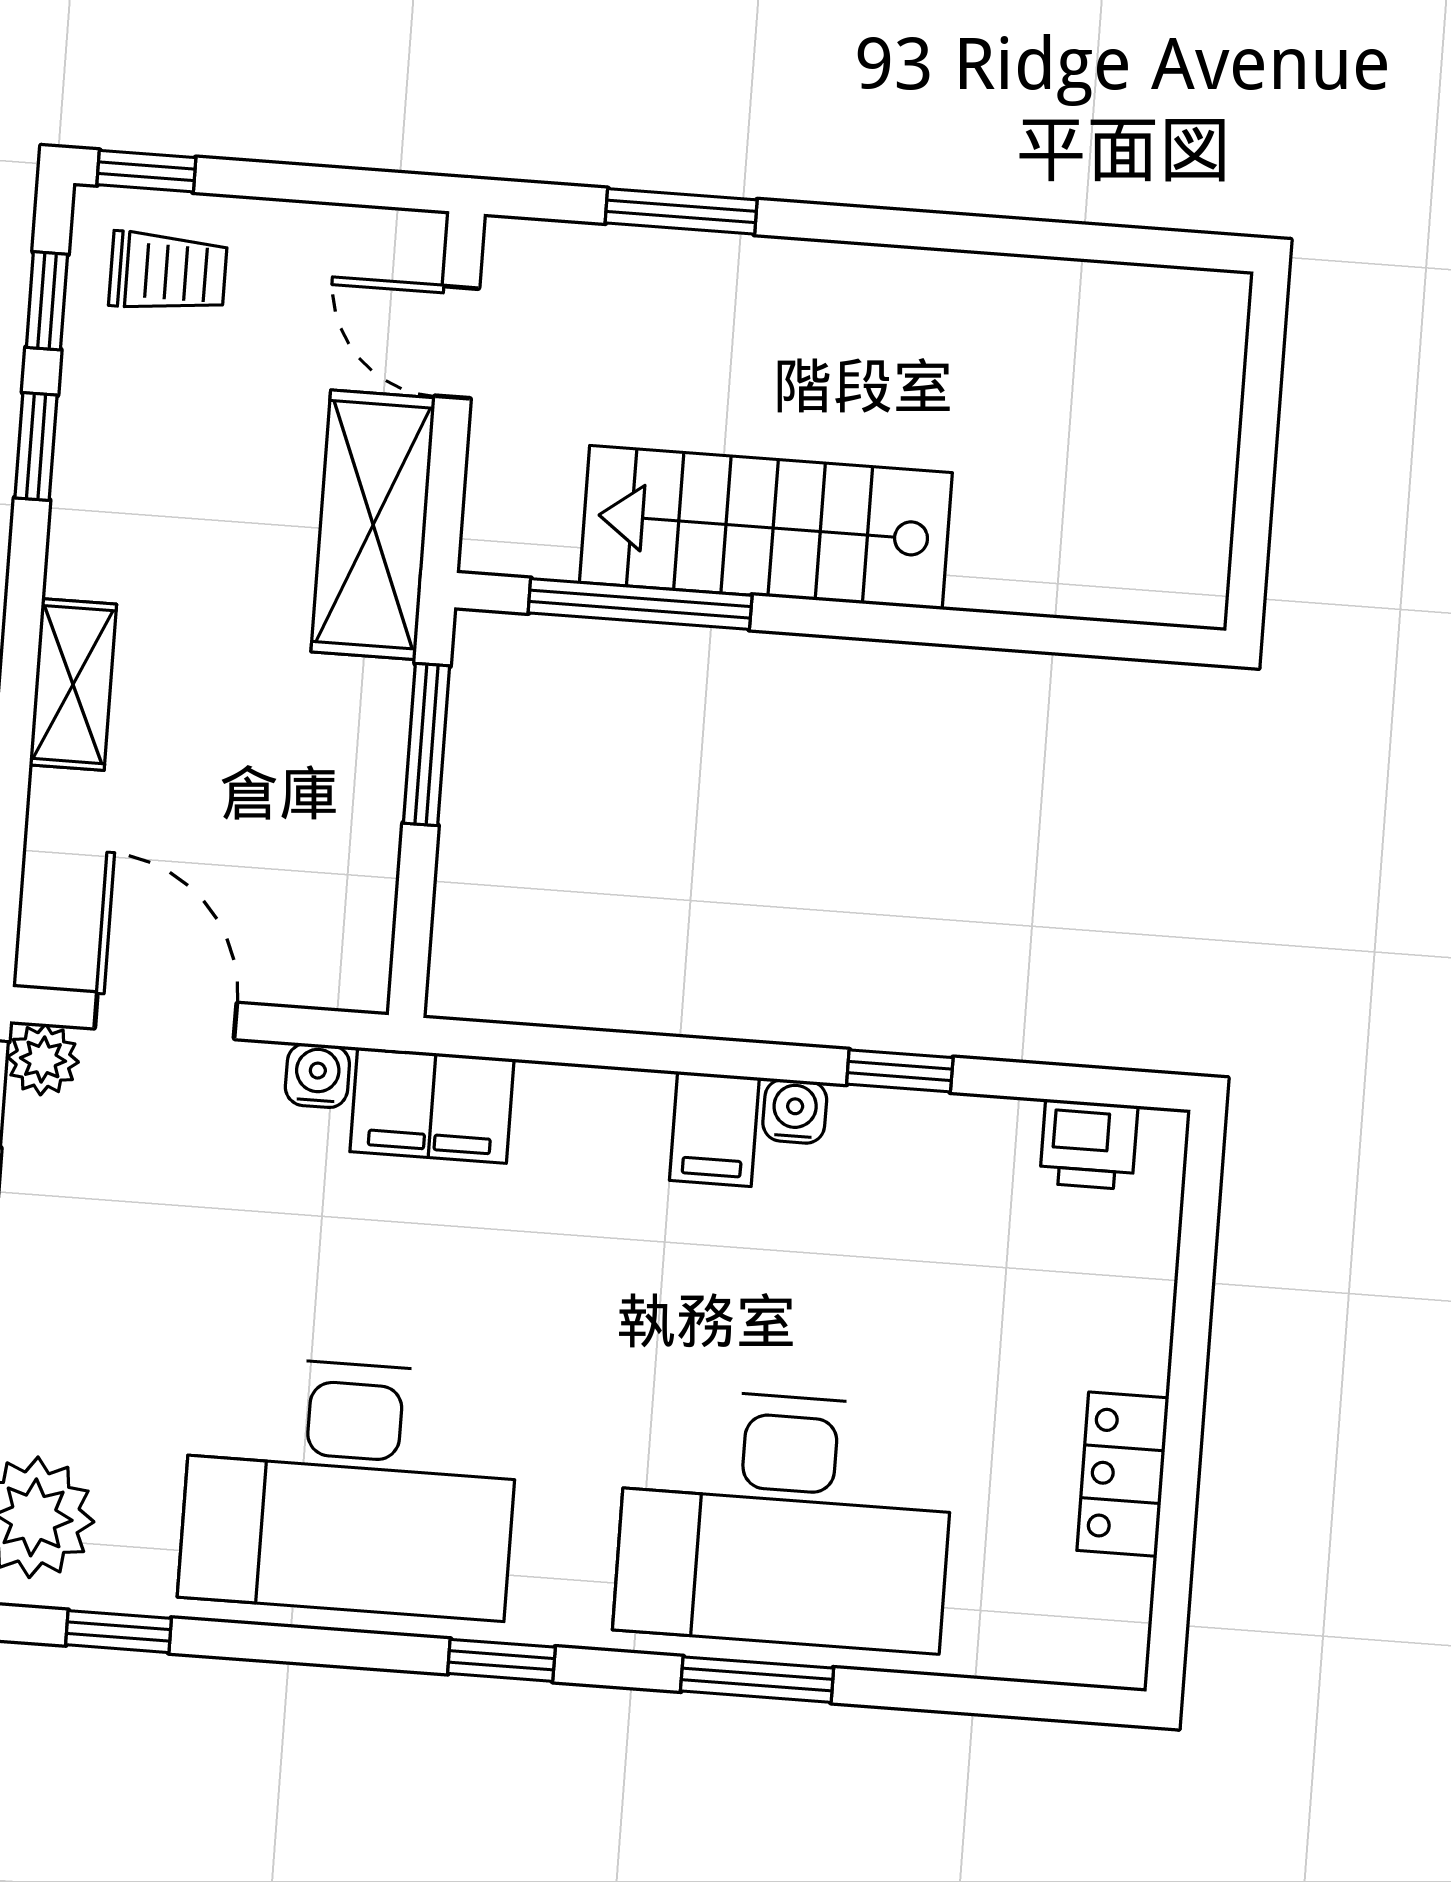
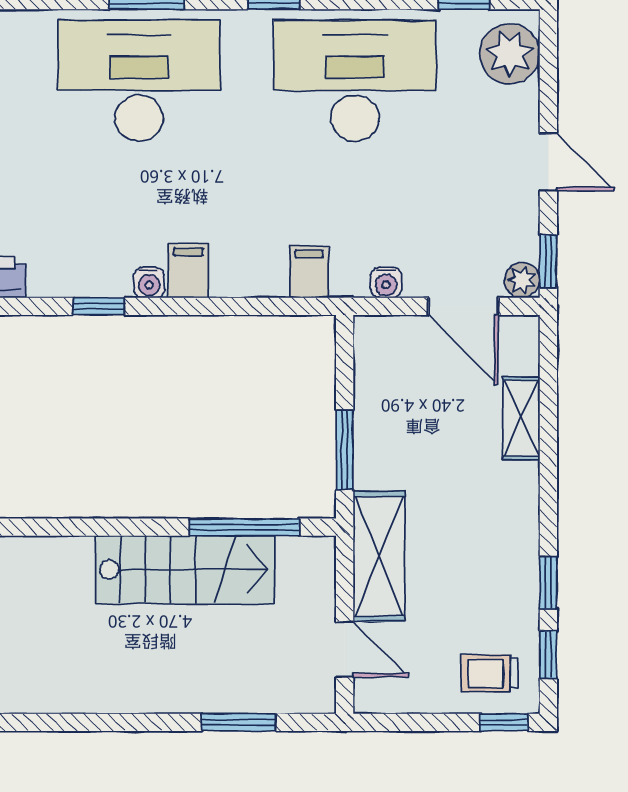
shelving: (73, 685) -> (521, 418), moved
filing cabinet: (432, 1105) -> (309, 272), width x0.50

